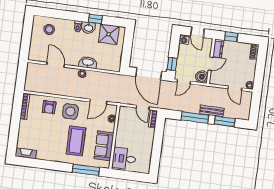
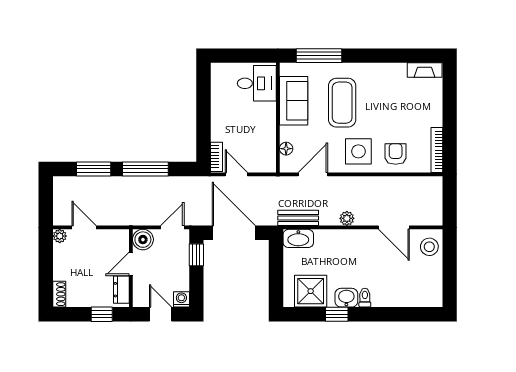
stool: (49, 29) -> (429, 247), moved
washbasin: (88, 62) -> (298, 238), moved
bench: (212, 111) -> (298, 218), moved

